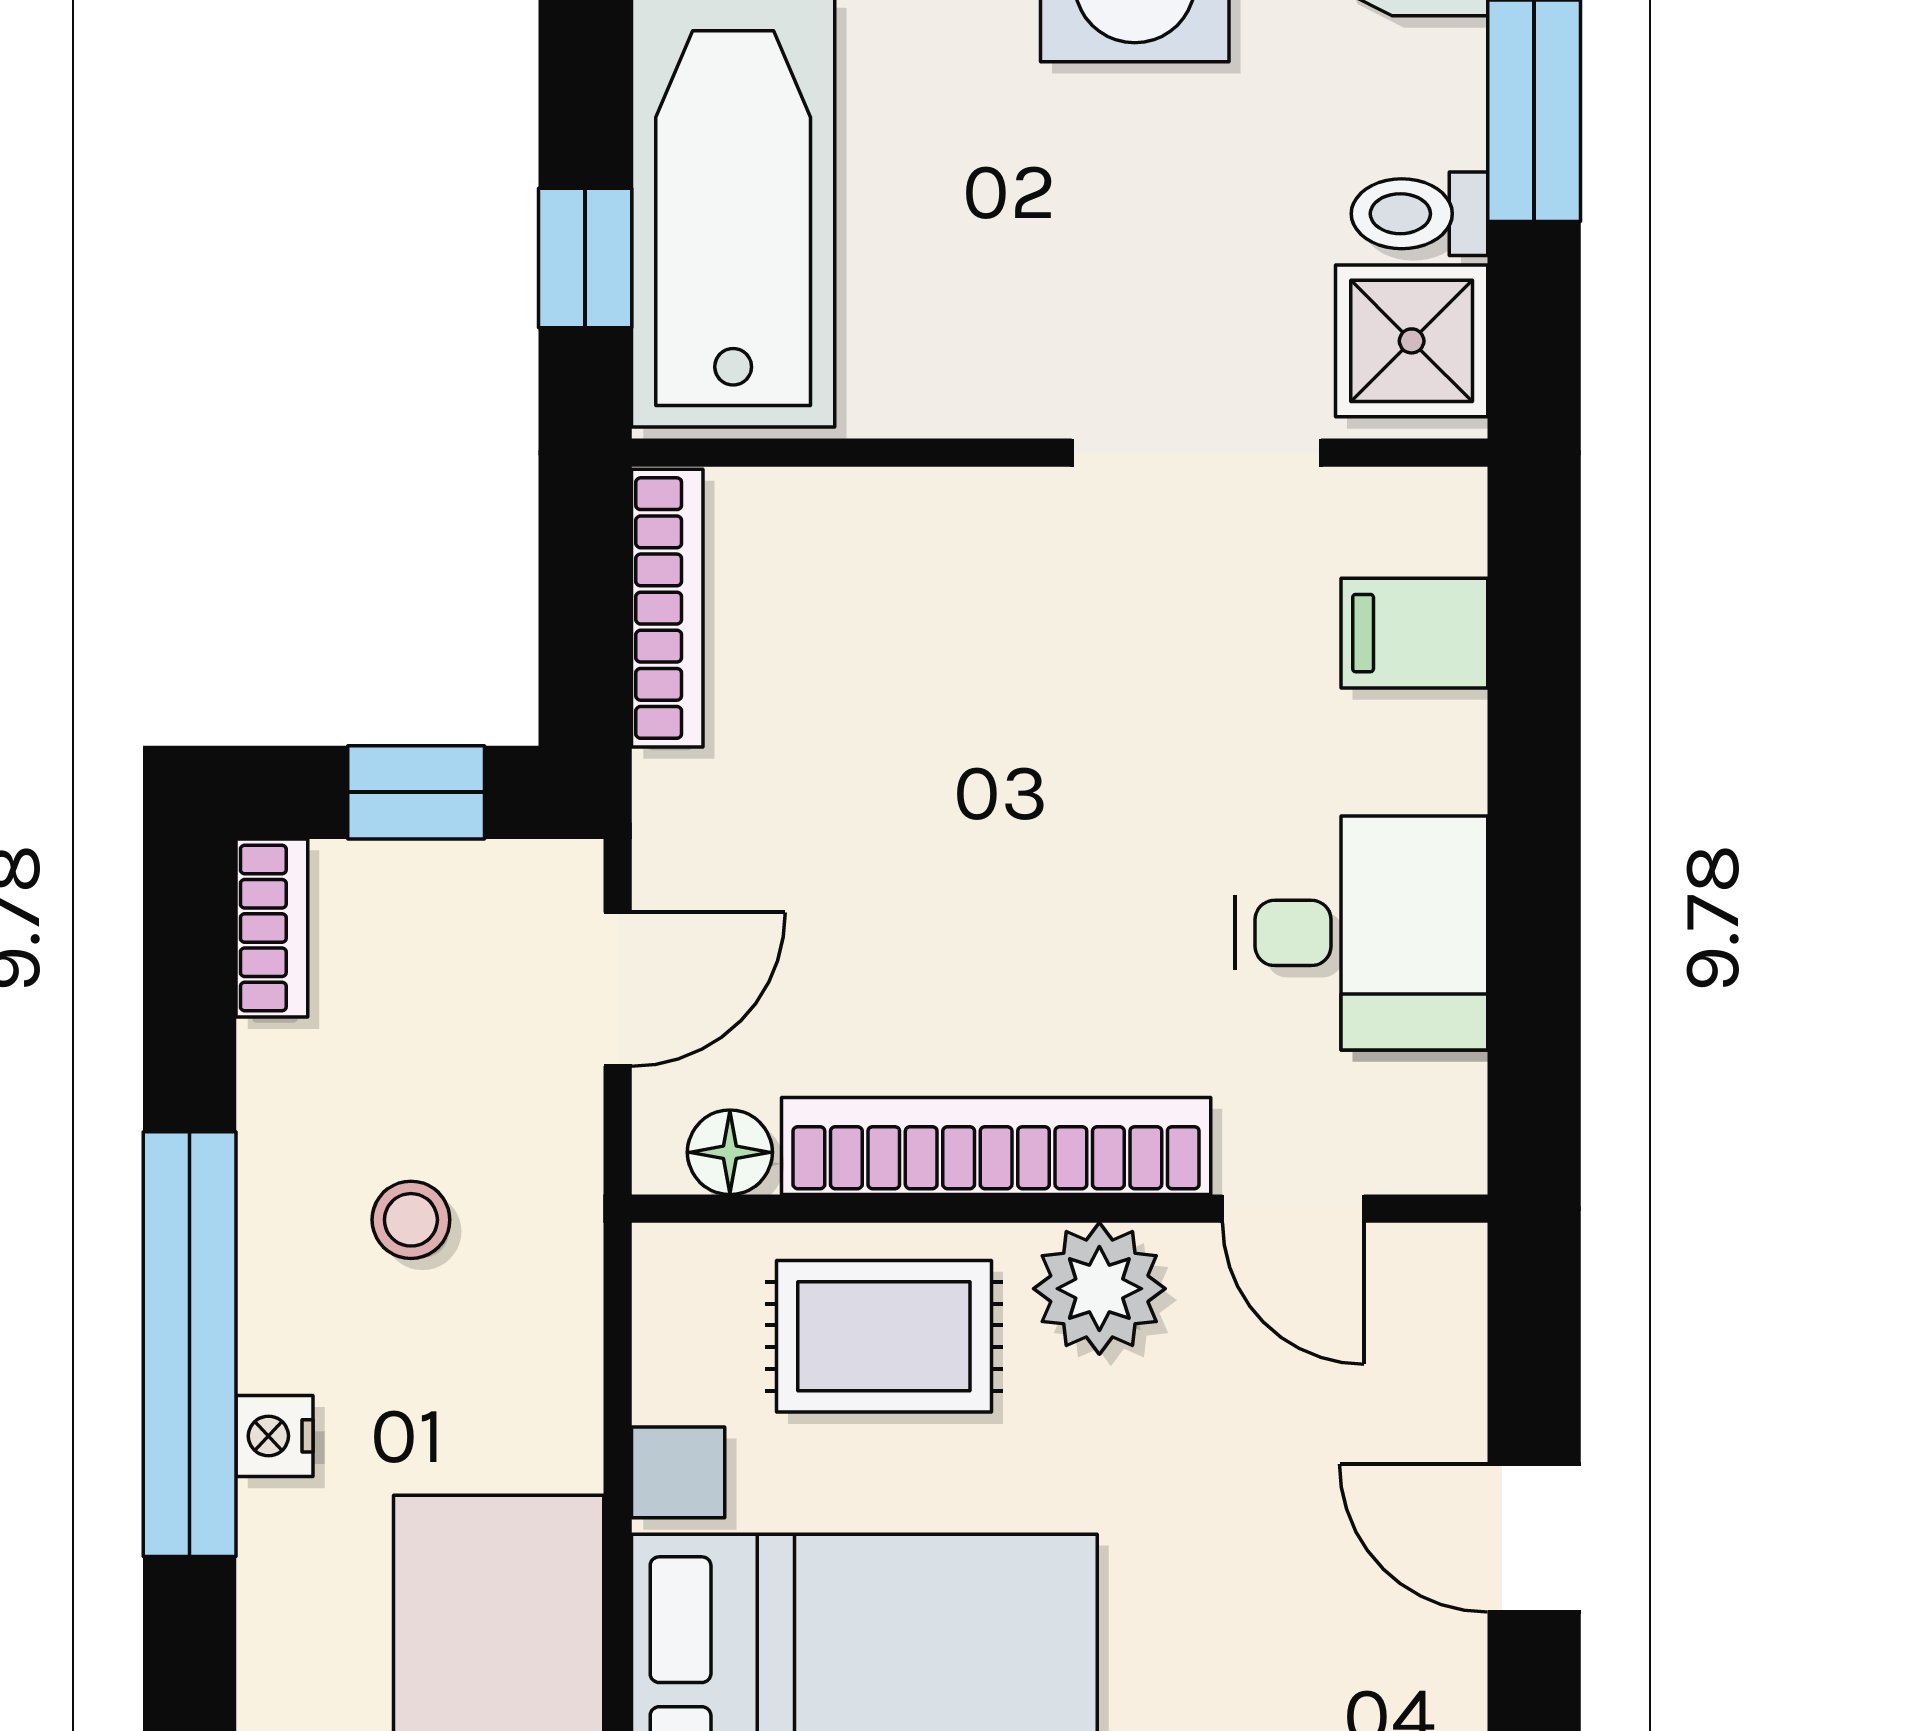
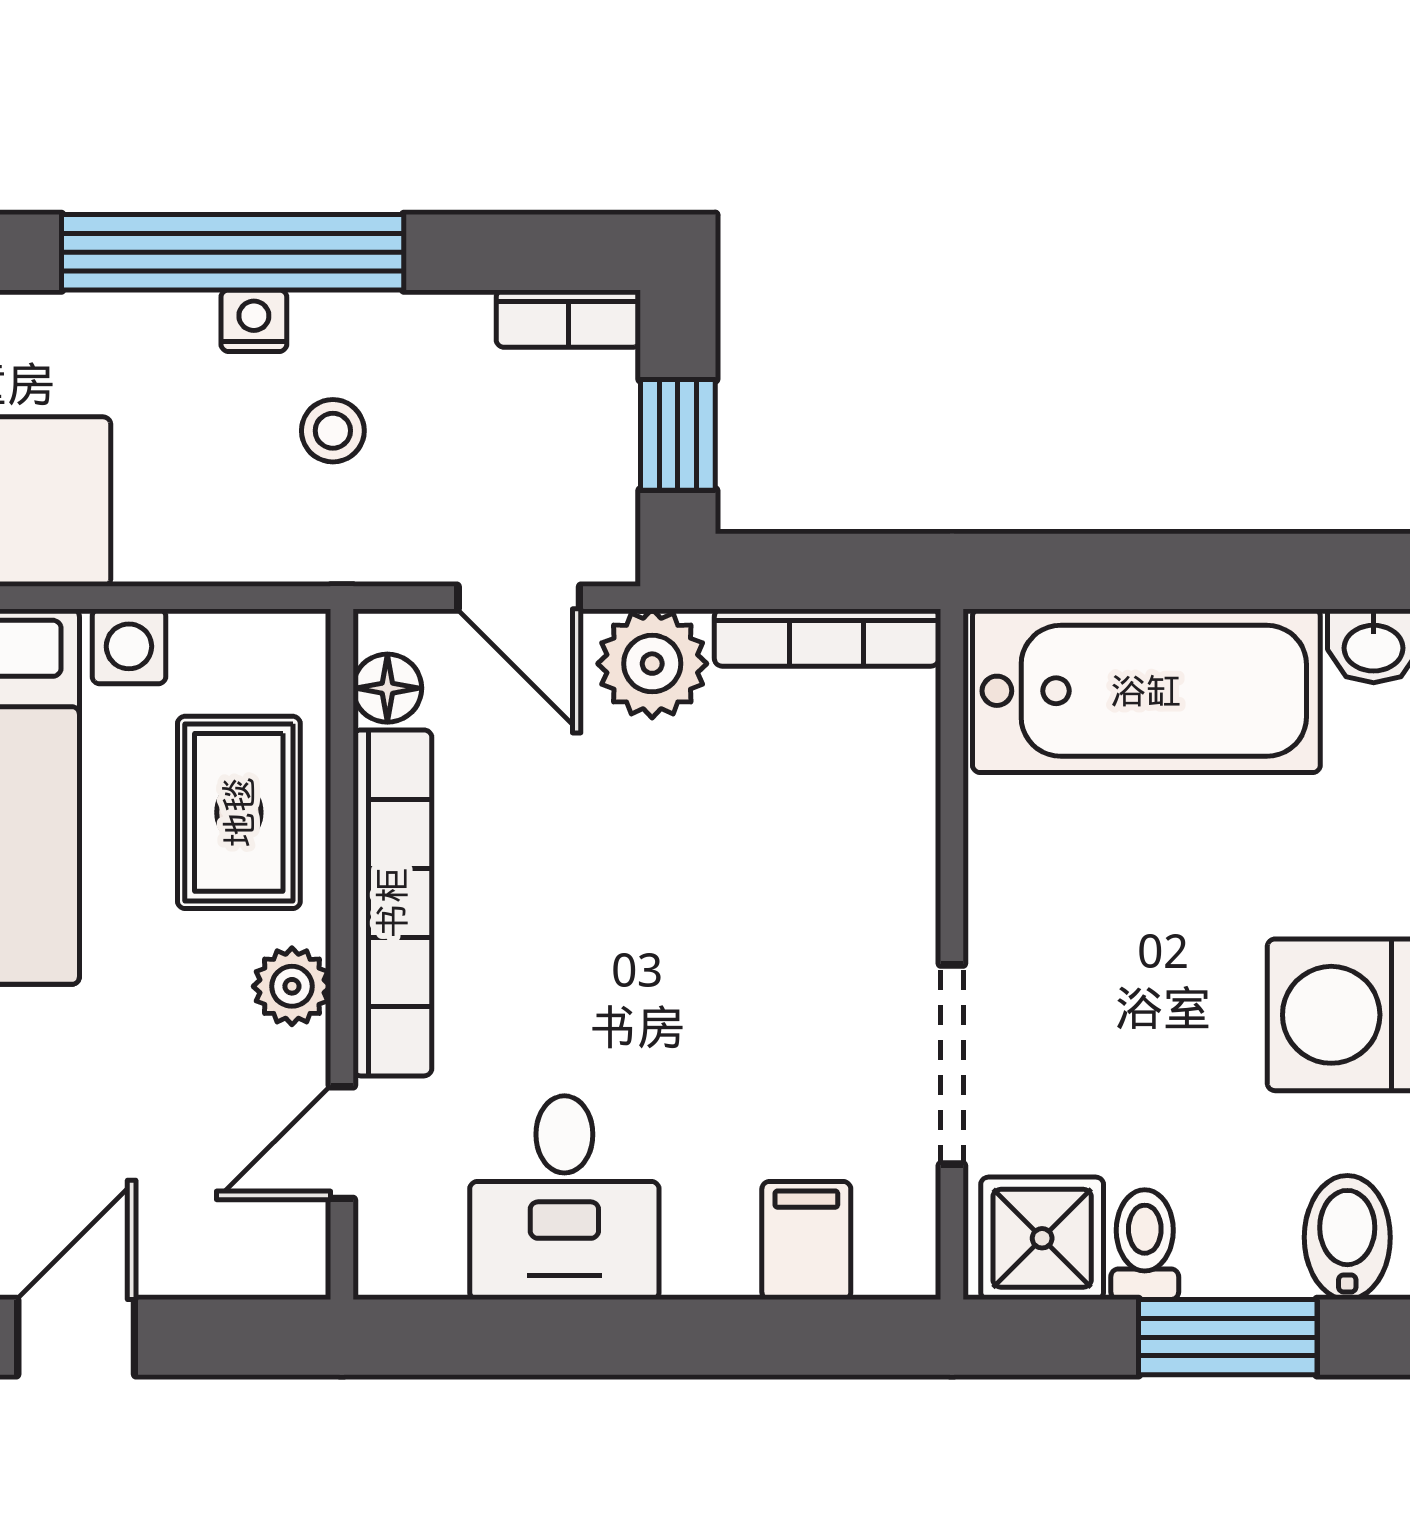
window: (585, 258) -> (1109, 571), removed
plant: (699, 824) -> (652, 664), added
plant: (1099, 1289) -> (292, 986), width x0.73, depth x0.73
nightstand: (275, 1436) -> (254, 321), moved

